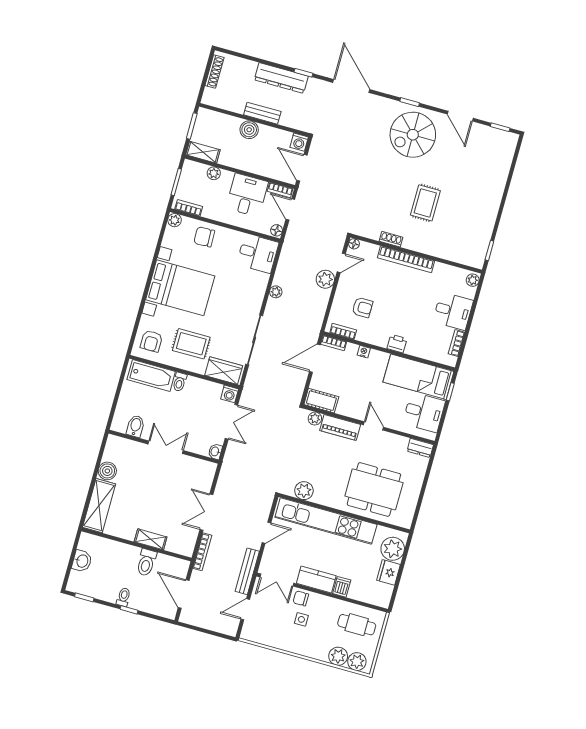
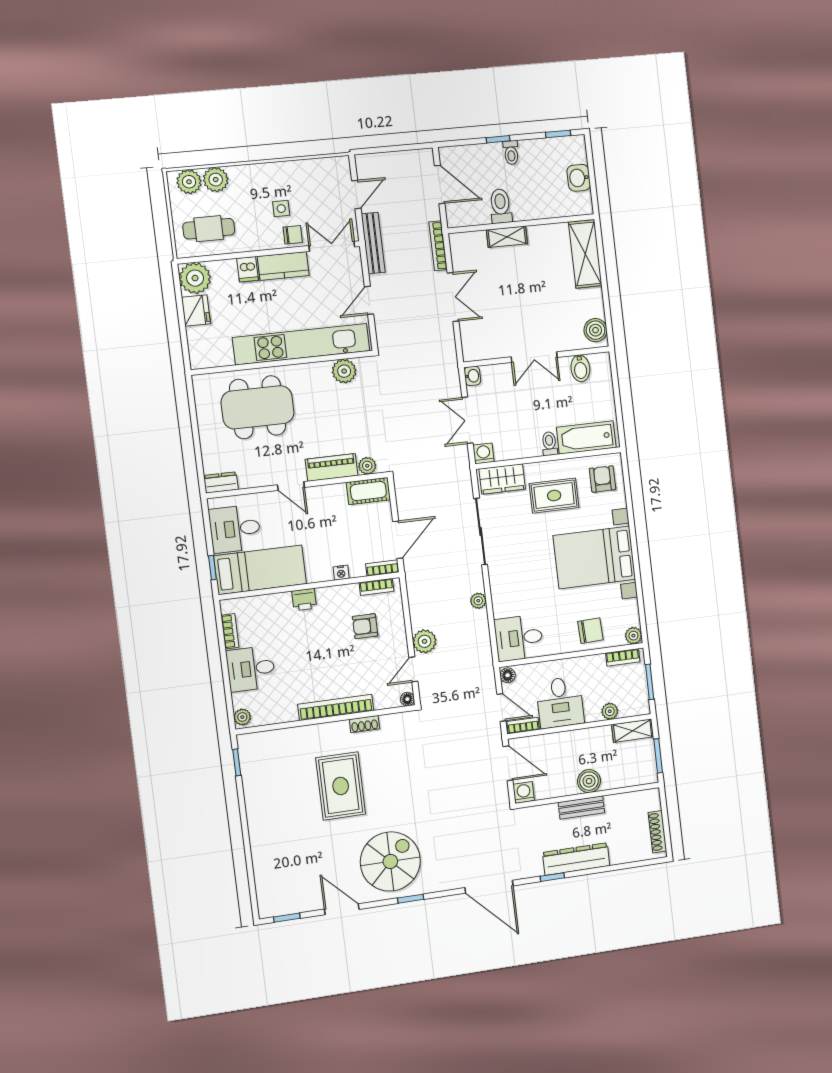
rug: (425, 203) -> (341, 786), width x1.36, depth x1.43
boiler: (107, 471) -> (596, 330), moved
plant: (393, 549) -> (195, 278), moved

